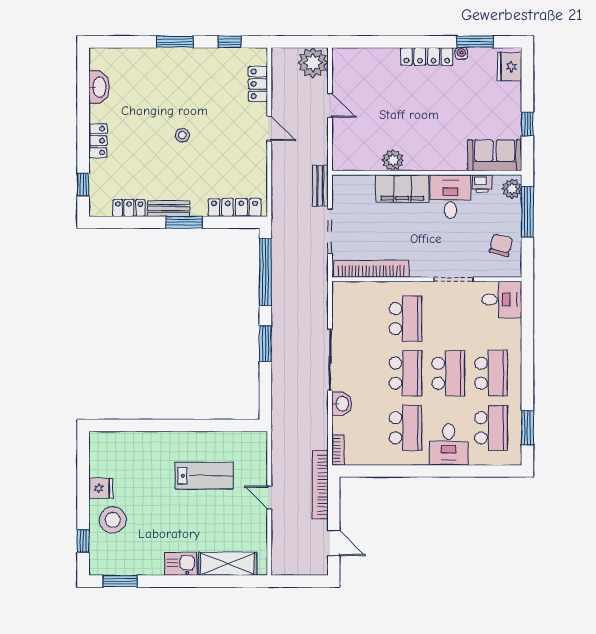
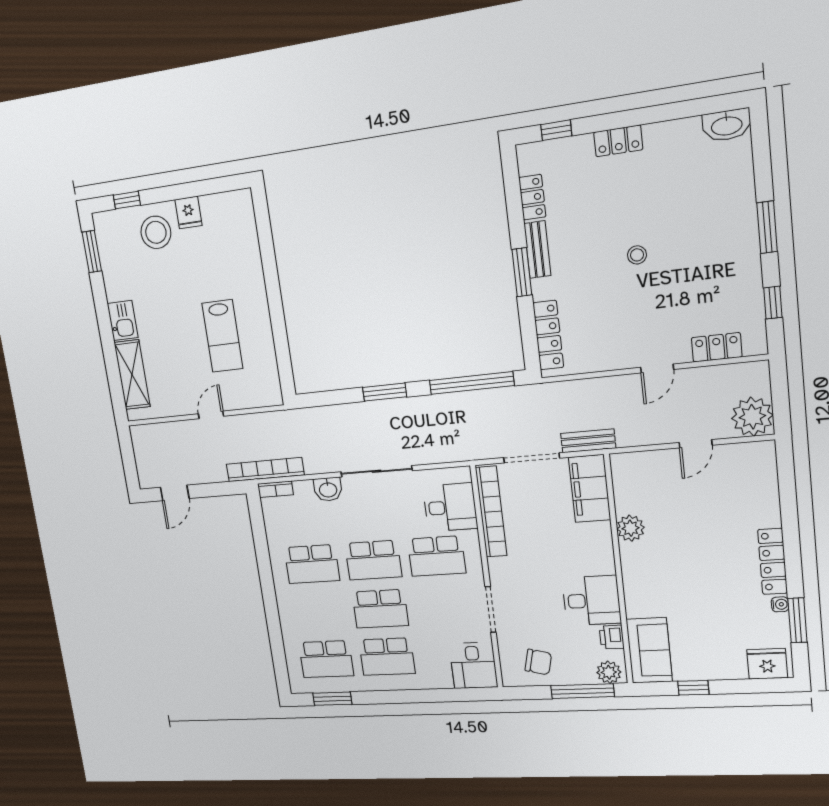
washbasin: (99, 87) -> (727, 125), moved
filing cabinet: (402, 189) -> (590, 489), moved
desk: (449, 444) -> (450, 507), moved, turned 180
bookcase: (320, 485) -> (265, 470), moved

